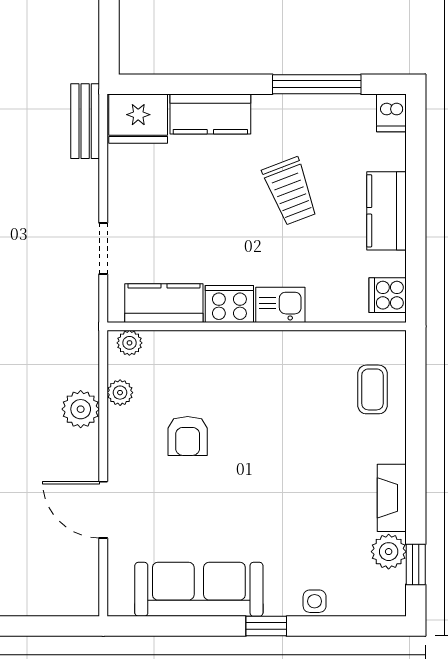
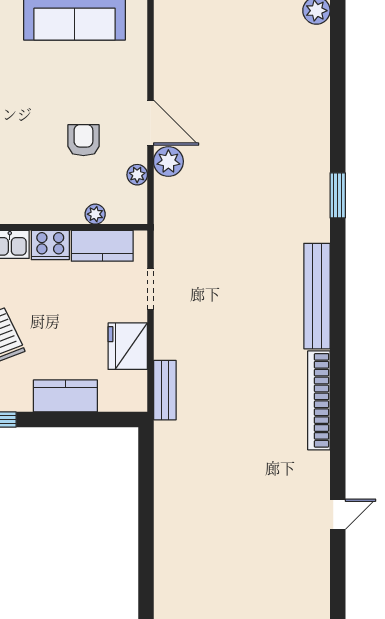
fridge: (138, 119) -> (128, 346), moved, turned -90
plant: (129, 343) -> (95, 214), moved
door: (103, 510) -> (150, 123), moved

